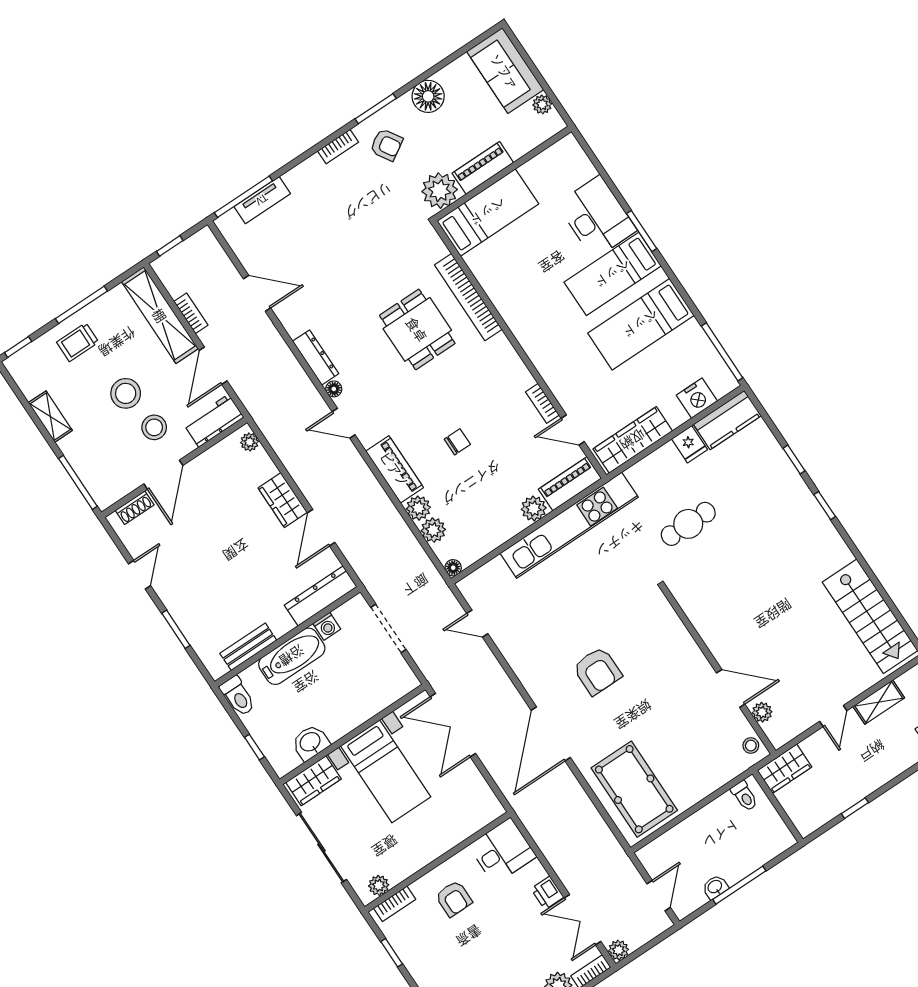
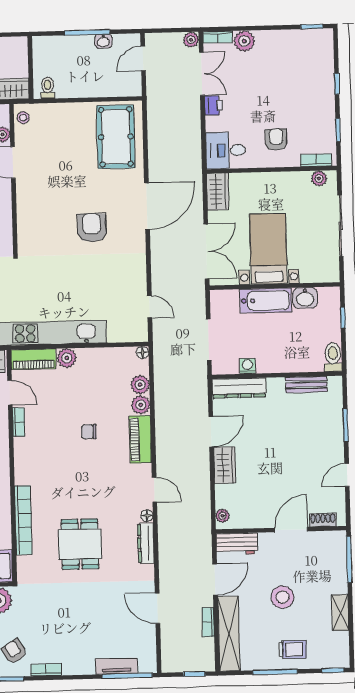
dining table: (417, 329) -> (80, 544), moved
stool: (154, 427) -> (278, 564), removed
bathtub: (292, 656) -> (266, 301), moved, turned 180
wardrobe: (313, 781) -> (218, 192), moved, turned 90

